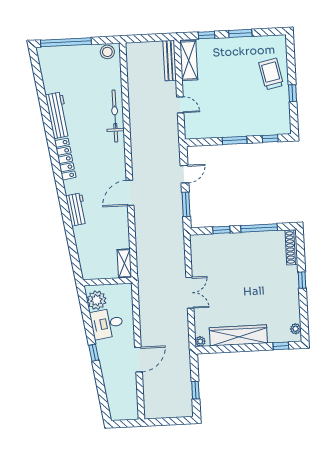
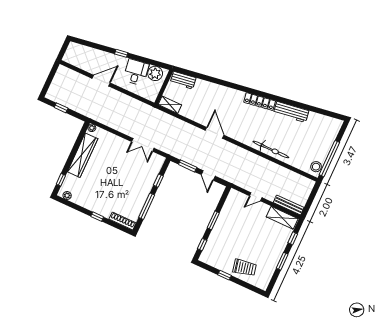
window: (66, 42) -> (329, 159), moved
workbench: (77, 209) -> (183, 80), moved
double door: (190, 293) -> (143, 145), moved
door: (138, 360) -> (101, 81), swing flipped

